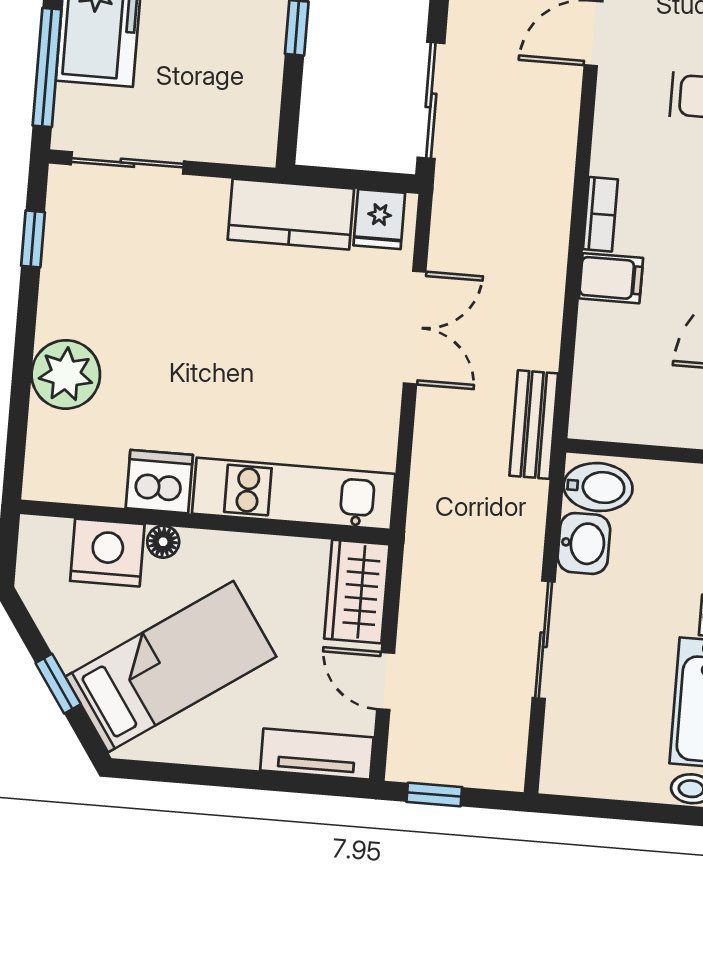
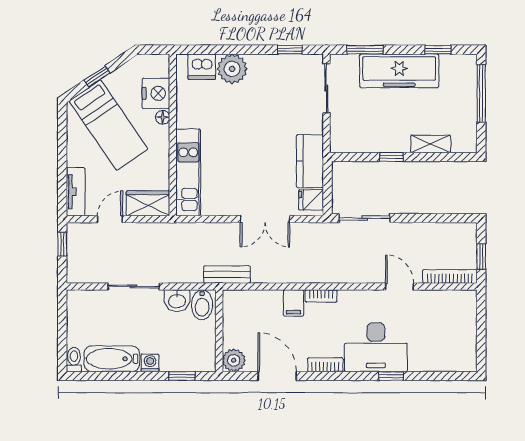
window: (47, 68) -> (365, 50), width x0.69
dishwasher: (159, 482) -> (202, 67), moved, turned 90

